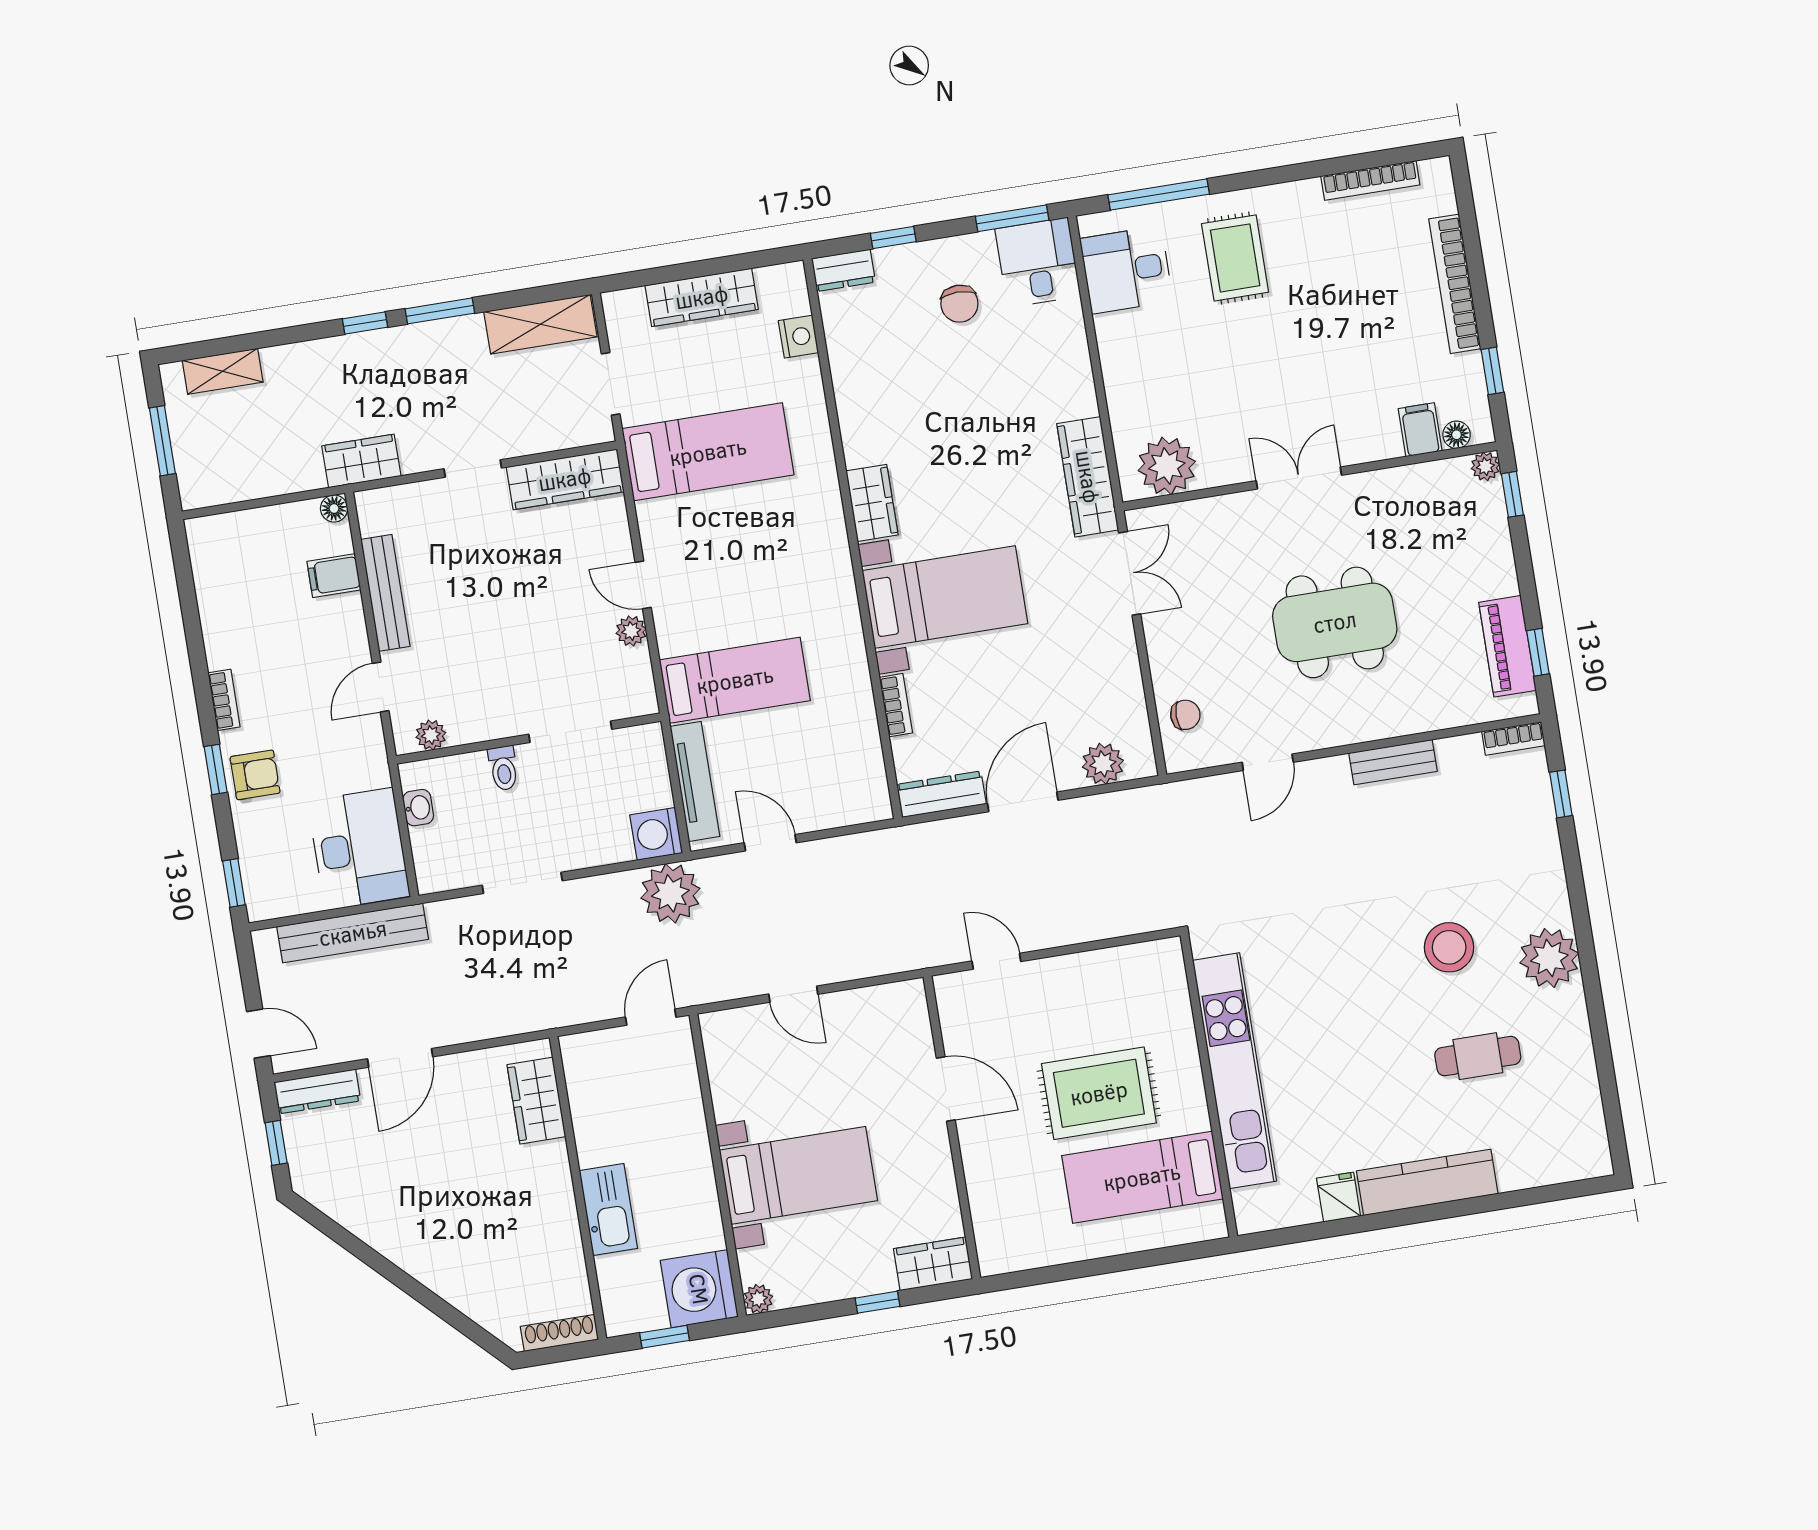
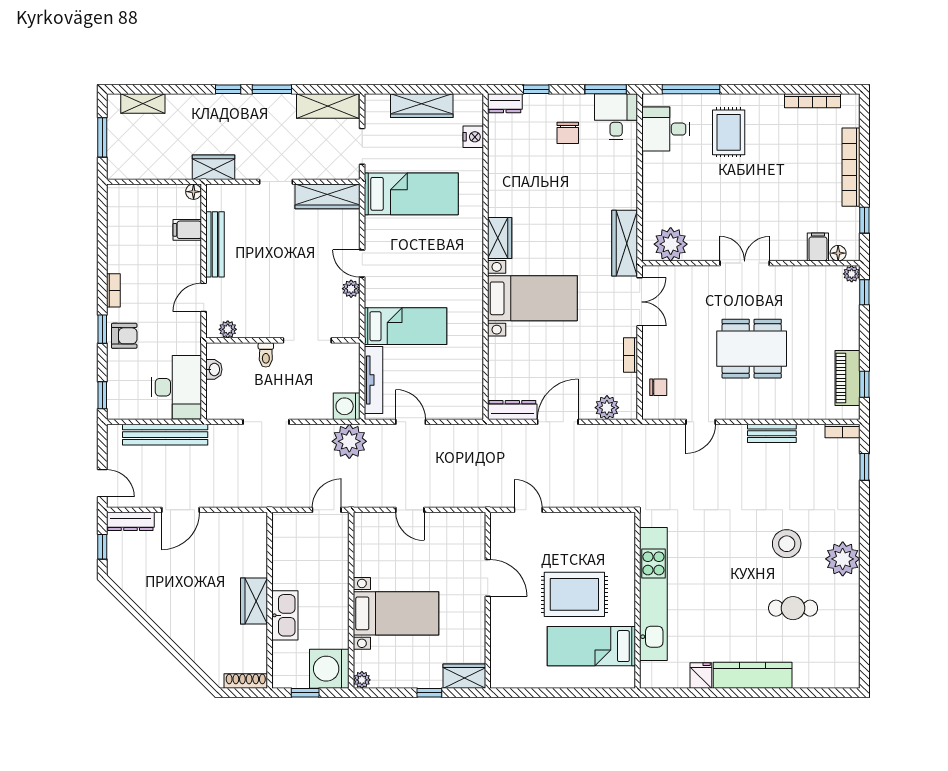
bookcase: (896, 705) -> (631, 355), moved, turned 180
wardrobe: (536, 1101) -> (254, 601), moved

